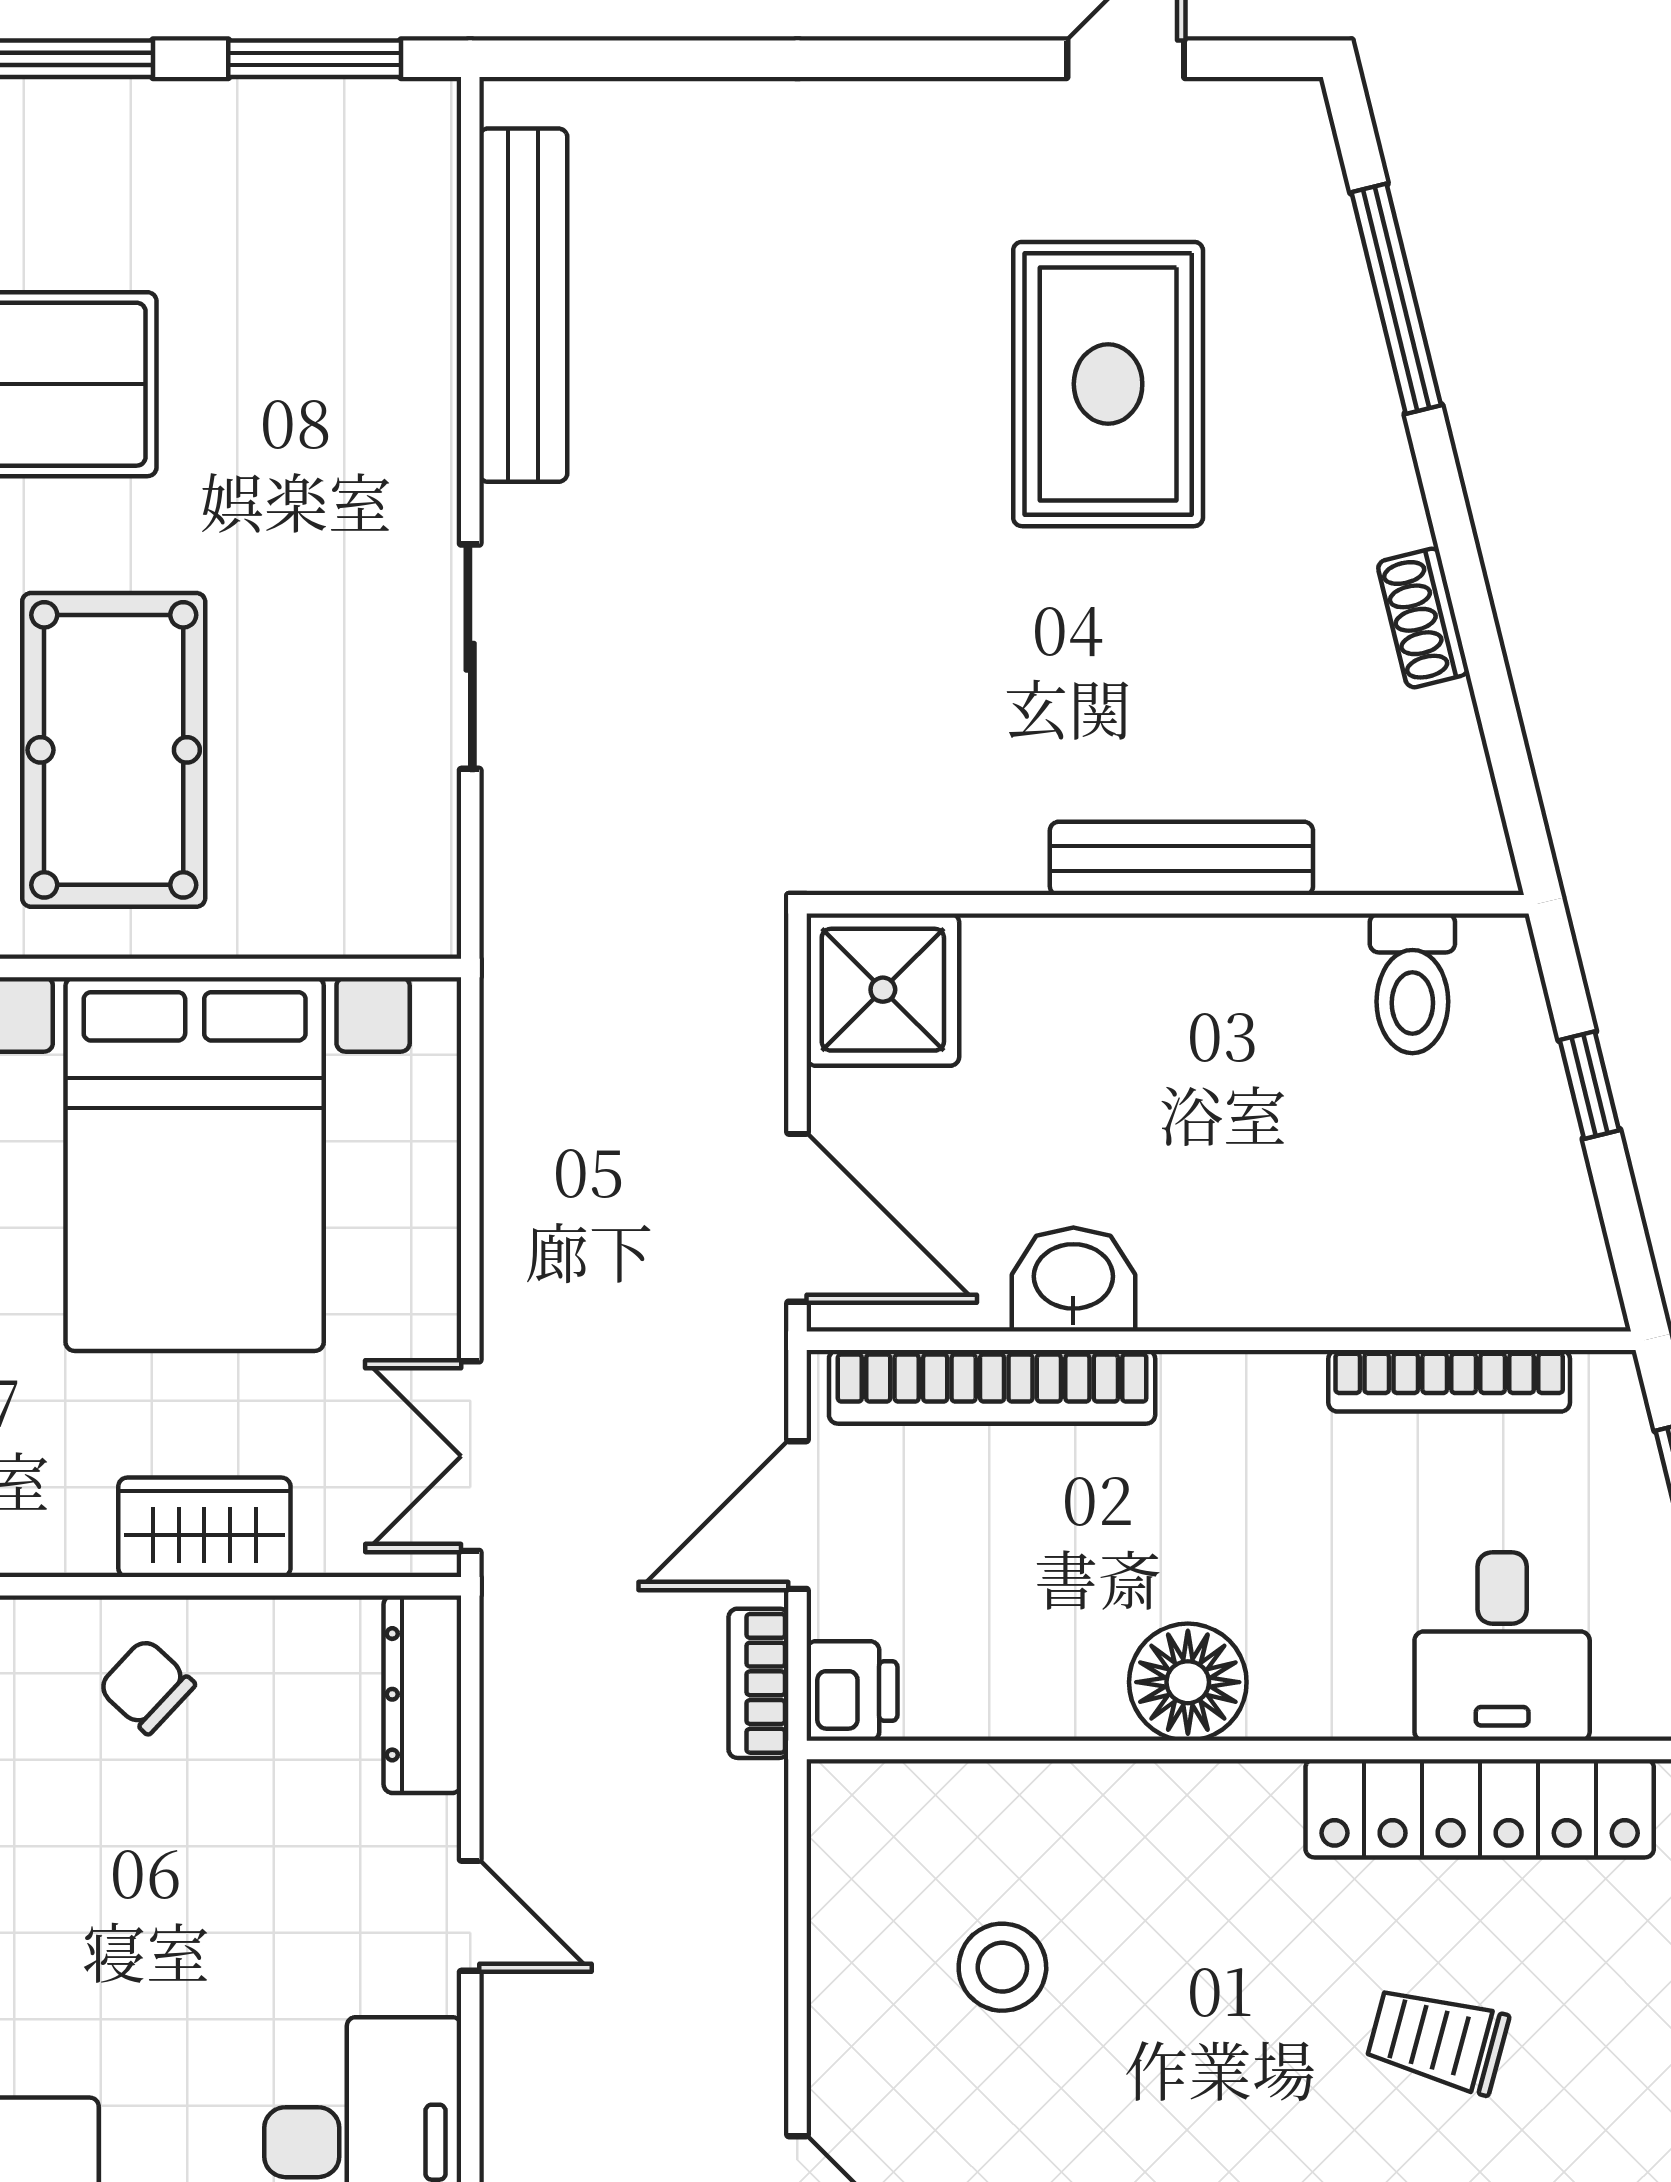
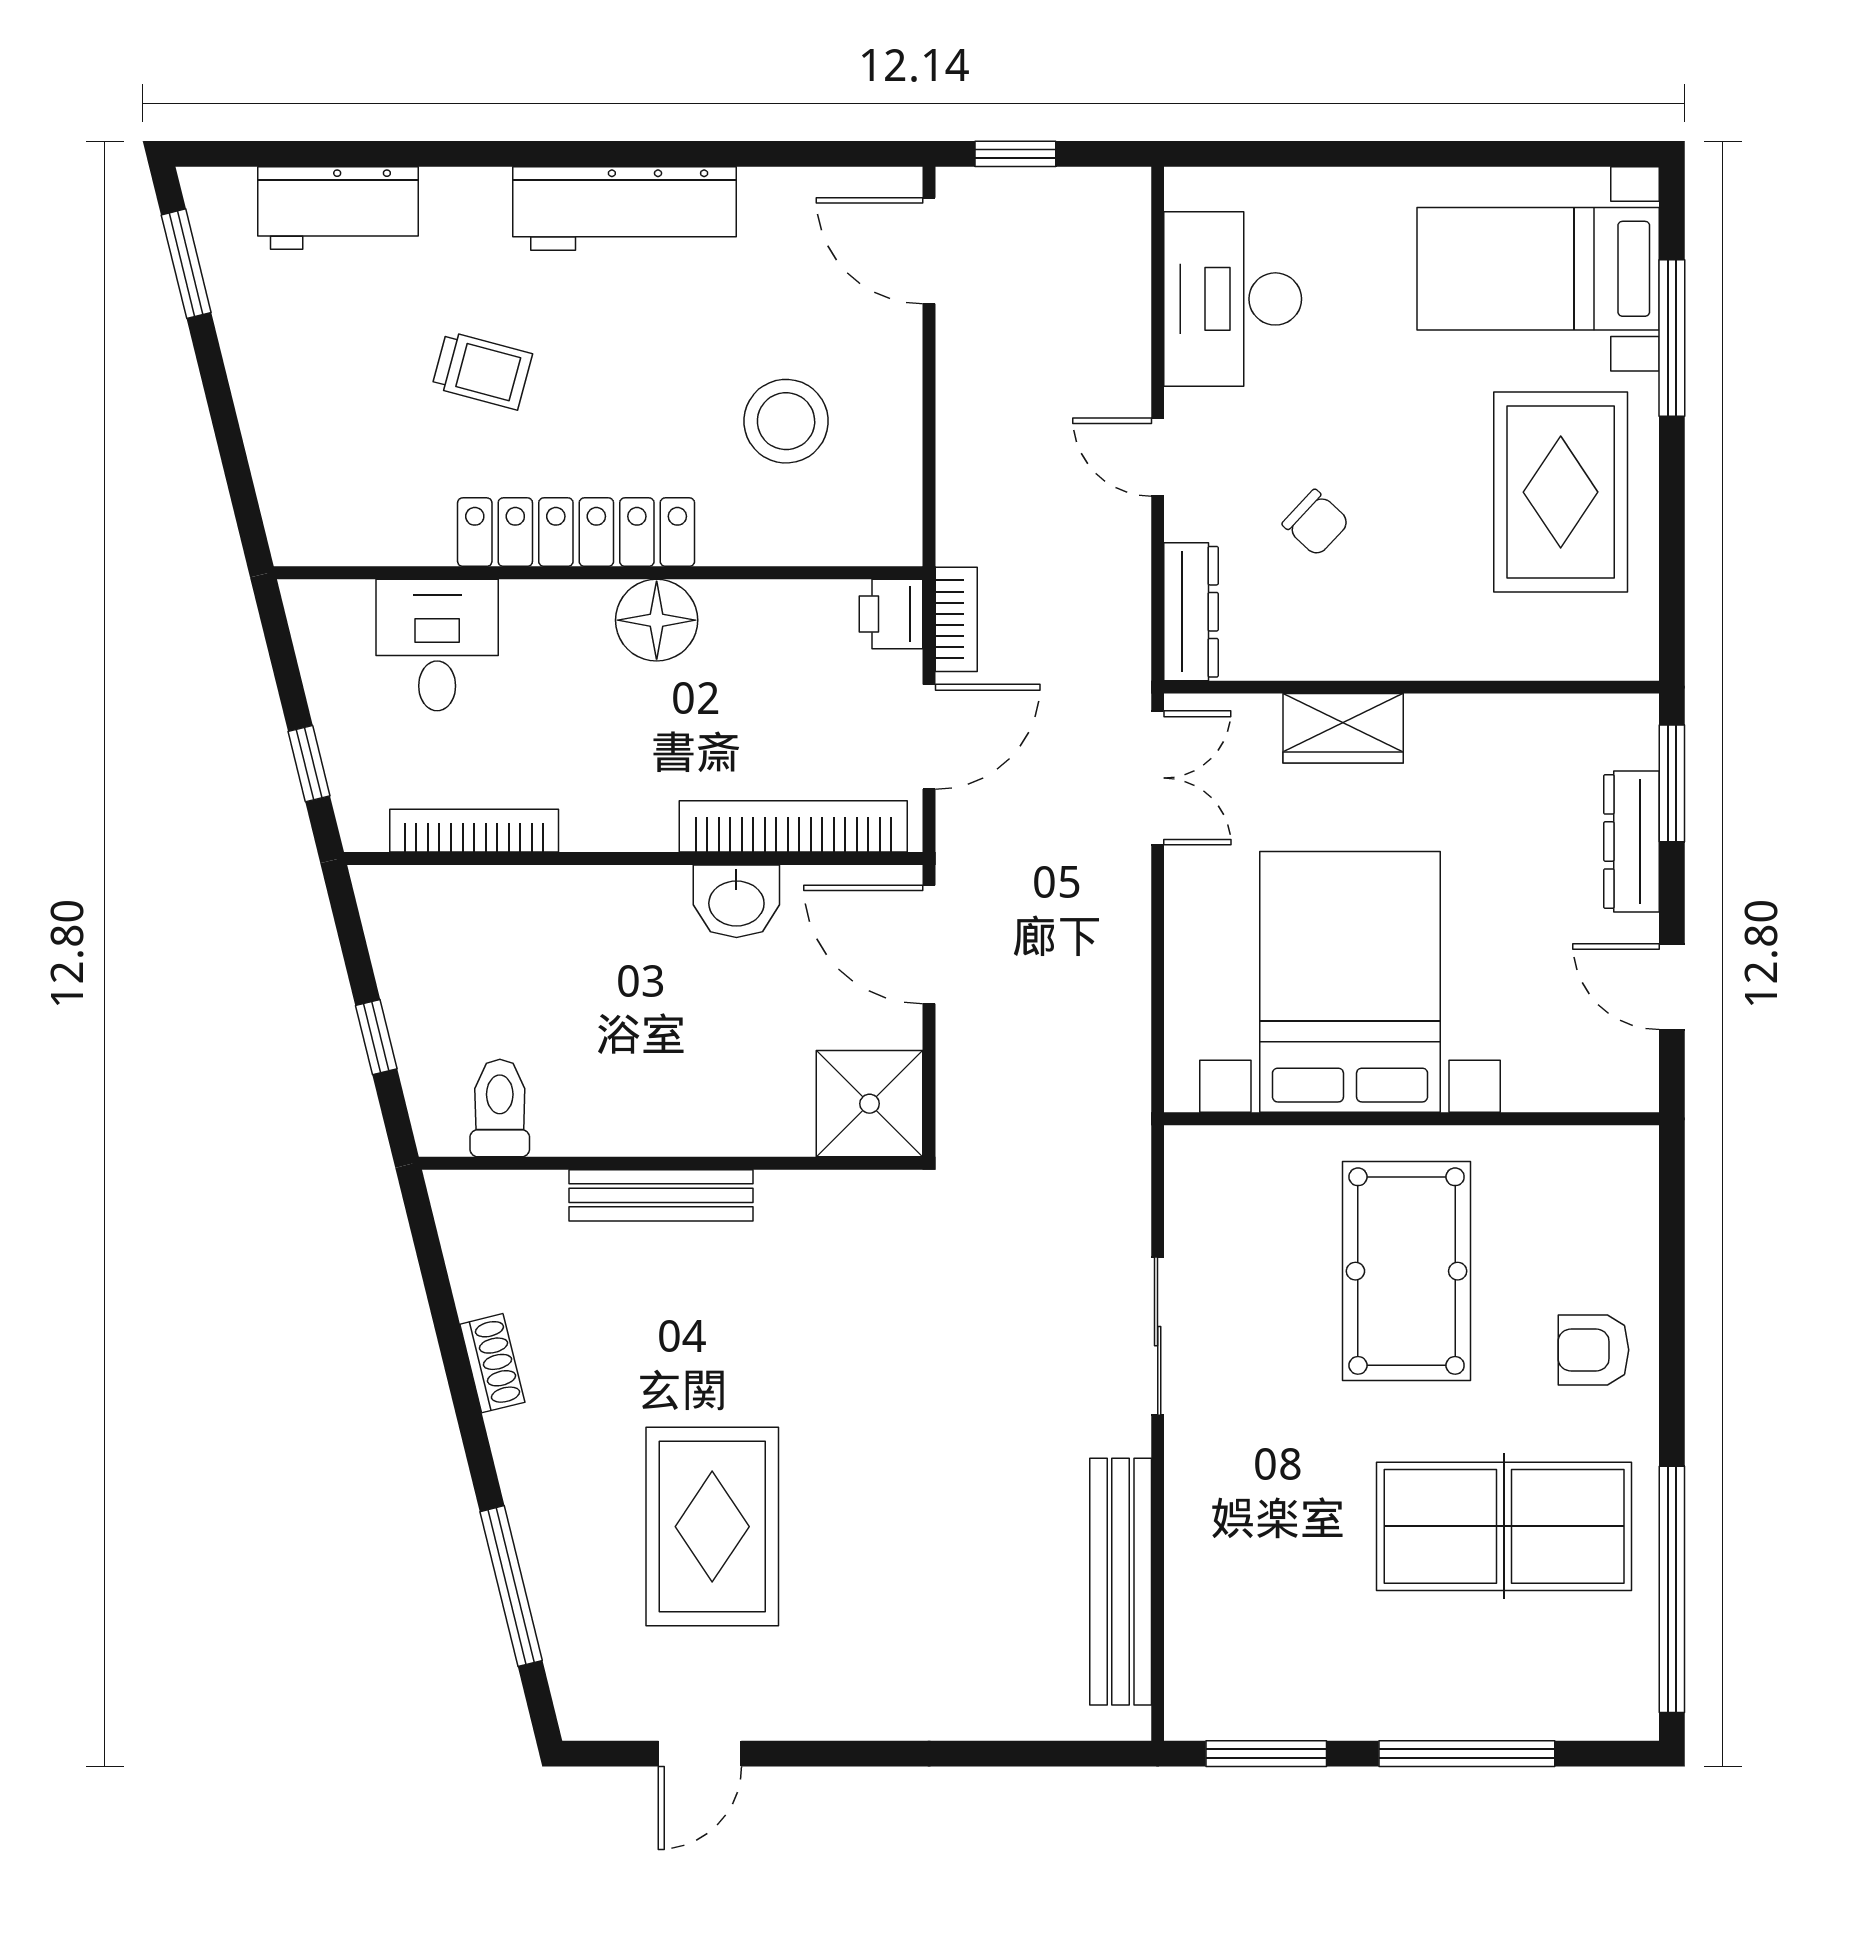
chair: (147, 1686) -> (1316, 523), moved
locker: (1480, 1808) -> (576, 532), moved
stool: (1002, 1967) -> (786, 421), width x1.38, depth x1.38

